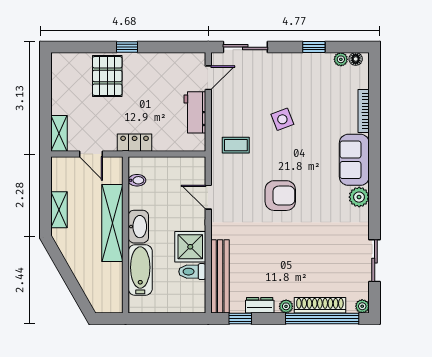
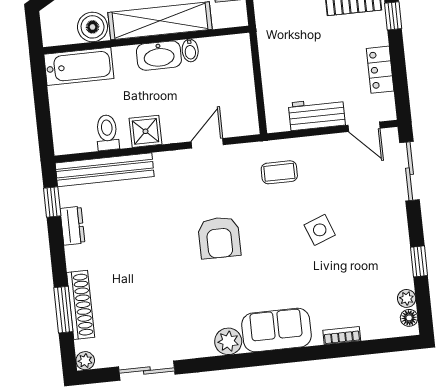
bookcase: (364, 111) -> (342, 336), width x0.64
locker: (135, 143) -> (380, 70), moved, turned 180
coffee table: (236, 145) -> (279, 172), turned 90
bidet: (137, 180) -> (190, 50), moved
shower: (190, 247) -> (145, 131), width x0.73, depth x0.73
bathtub: (140, 270) -> (79, 66), moved
boiler: (112, 274) -> (93, 27), added
plant: (286, 306) -> (75, 261), removed
window: (322, 319) -> (63, 310), width x0.47

